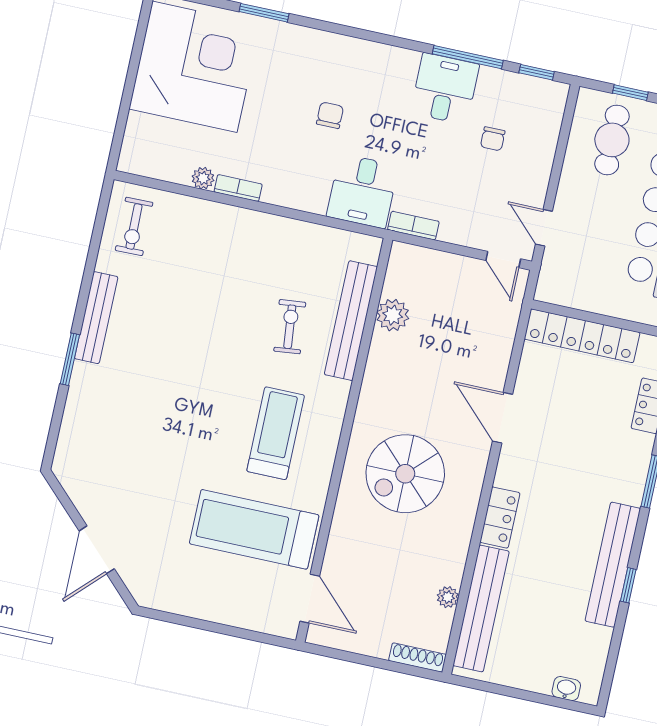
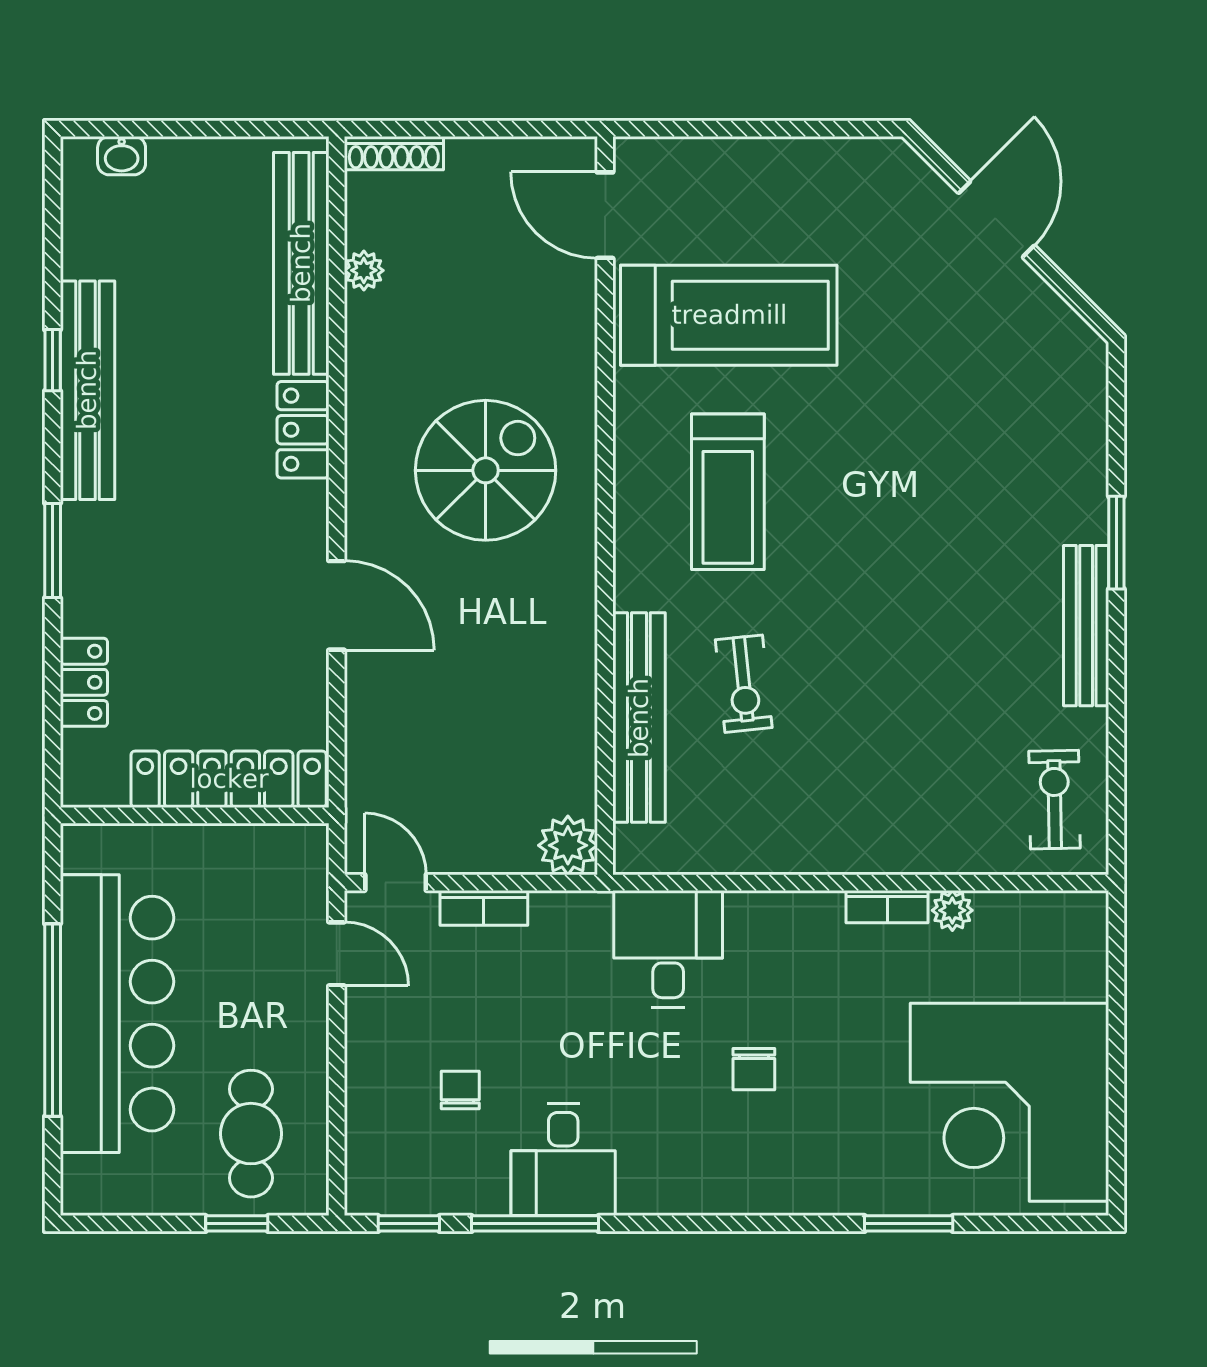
bookcase: (413, 226) -> (484, 908), moved
plant: (393, 315) -> (568, 845), moved

